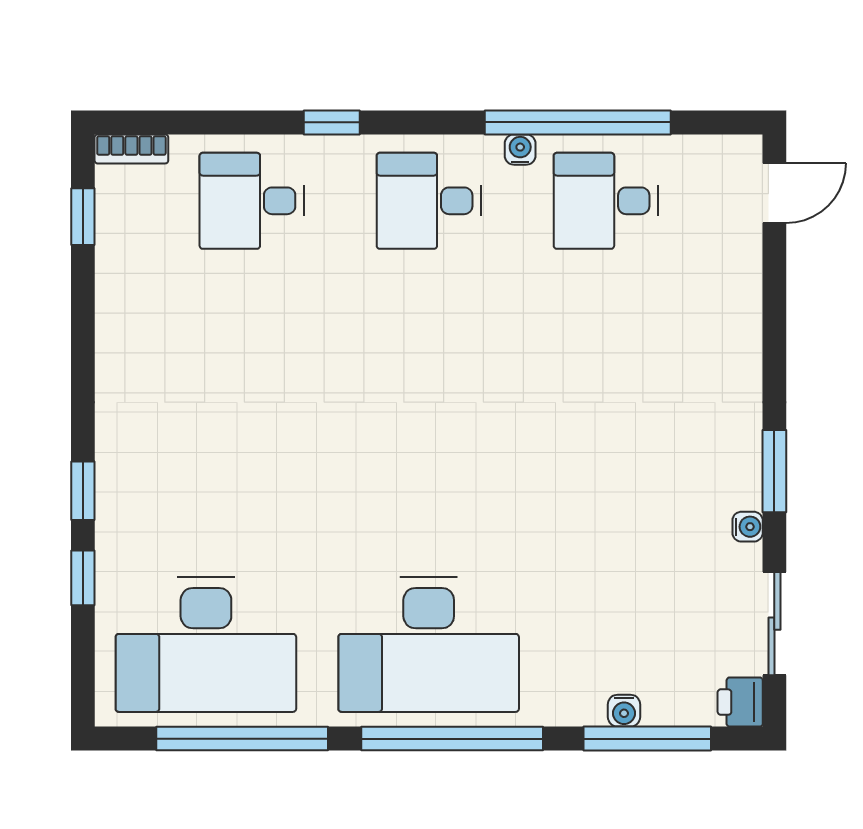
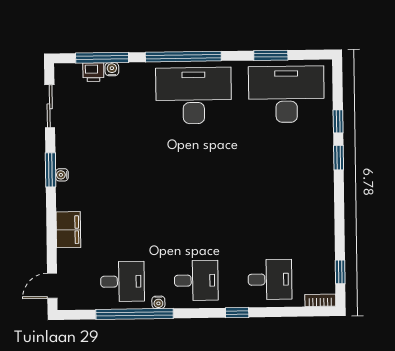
filing cabinet: (734, 327) -> (68, 230), added
water cooler: (748, 527) -> (62, 175), moved
printer: (740, 702) -> (93, 72), moved, turned 90
window: (242, 739) -> (271, 55), width x0.47

